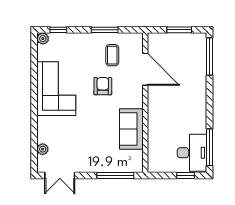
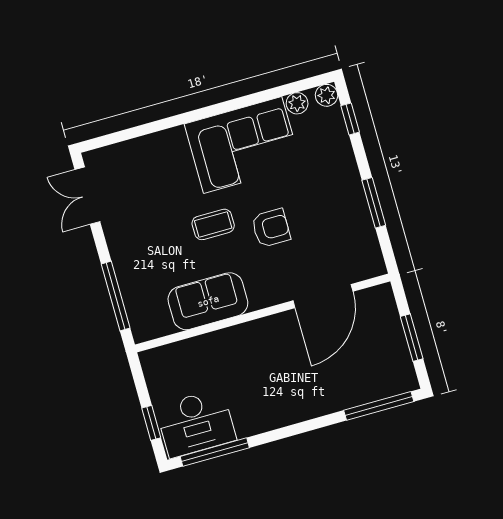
coffee table: (112, 55) -> (213, 224), moved
plant: (43, 149) -> (297, 103), moved

